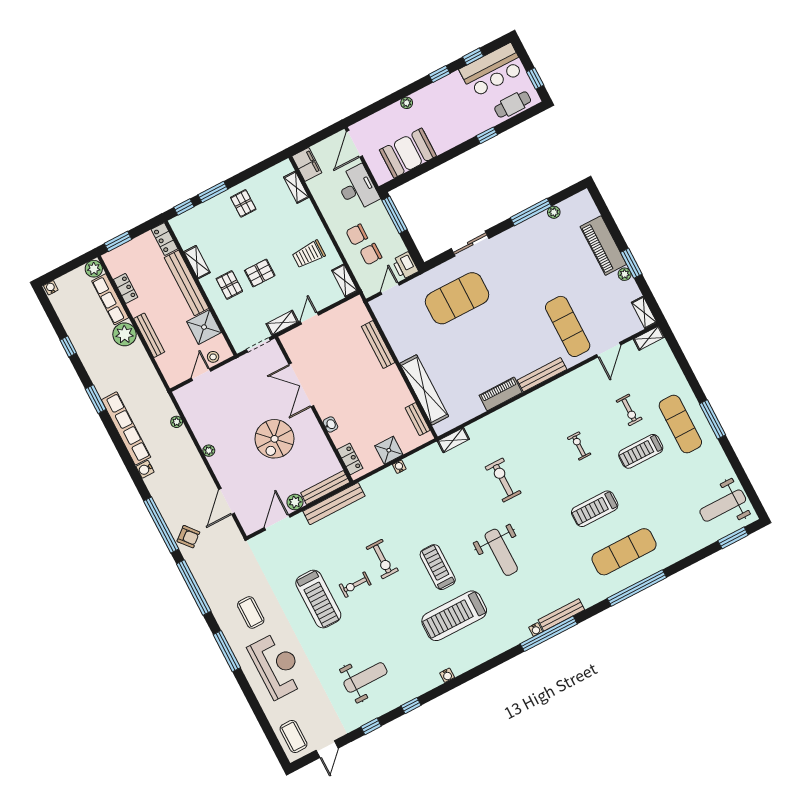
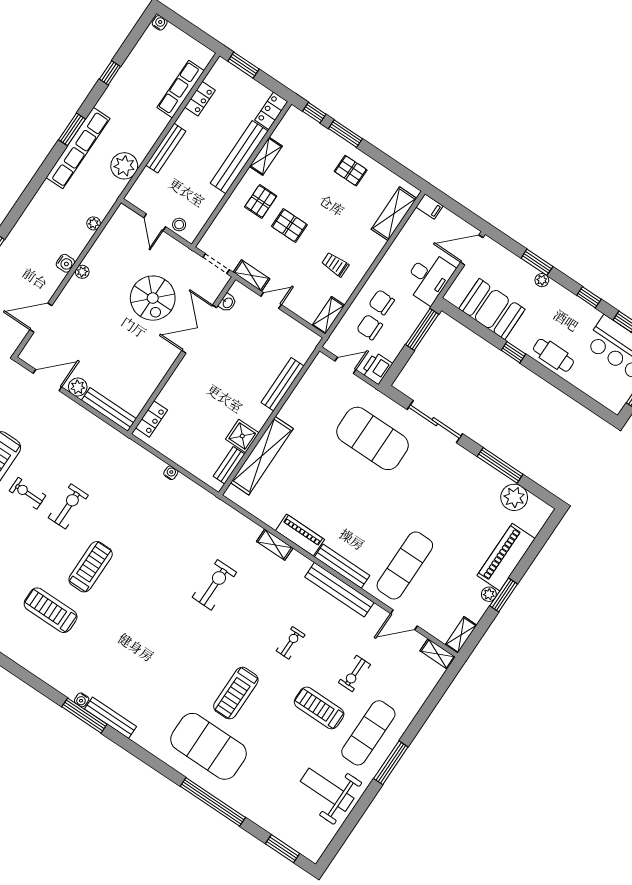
window: (391, 99) -> (537, 262), added
cafe table: (513, 104) -> (553, 355), moved
window: (487, 135) -> (513, 352), moved
filing cabinet: (307, 164) -> (429, 206), width x0.50
shelving: (296, 187) -> (394, 214), width x1.50, depth x1.33
pallet: (243, 203) -> (351, 171), turned 90
plant: (554, 212) -> (514, 497), width x1.87, depth x1.87
sliding door: (470, 244) -> (435, 422), width x1.37
trolley: (309, 254) -> (335, 265), width x0.73, depth x0.72
plant: (94, 269) -> (202, 56), removed
shower: (204, 327) -> (204, 199), removed
plant: (125, 334) -> (124, 166), moved
door: (201, 375) -> (155, 222), swing flipped
washbasin: (330, 424) -> (228, 303), moved
row of seats: (126, 428) -> (78, 148), moved
spiral stairs: (274, 439) -> (153, 298), moved, turned -90
shelving: (453, 440) -> (275, 545), moved
shower: (389, 450) -> (242, 436), moved
water cooler: (145, 469) -> (65, 263), moved, turned 180
bench: (334, 504) -> (339, 590), moved
weight bench: (723, 506) -> (327, 790), moved
treadmill: (595, 509) -> (236, 693), turned -90
weight bench: (501, 552) -> (141, 623), removed
exercise mat: (624, 552) -> (209, 746), width x1.47
exercise bike: (382, 559) -> (68, 506), turned 180
window: (637, 588) -> (213, 802), moved
treadmill: (454, 616) -> (51, 610), width x0.73, depth x0.73
window: (549, 634) -> (84, 716), width x0.68

